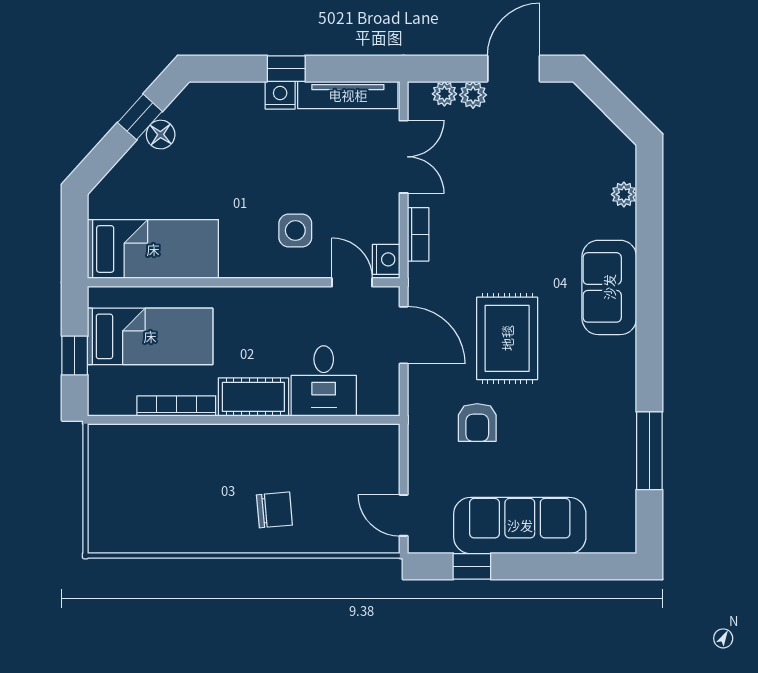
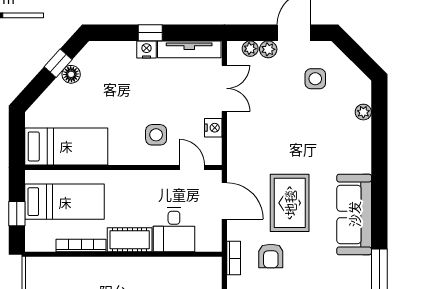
side table: (548, 142) -> (315, 79), added
bookcase: (418, 234) -> (234, 258), moved
nightstand: (386, 259) -> (213, 128), moved
sofa: (609, 287) -> (354, 214), moved, width x1.36

